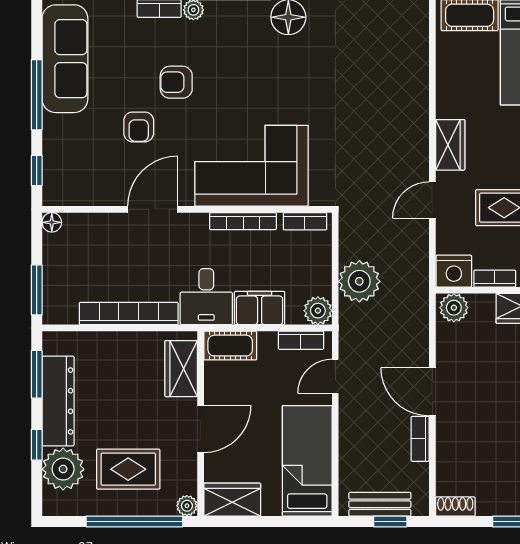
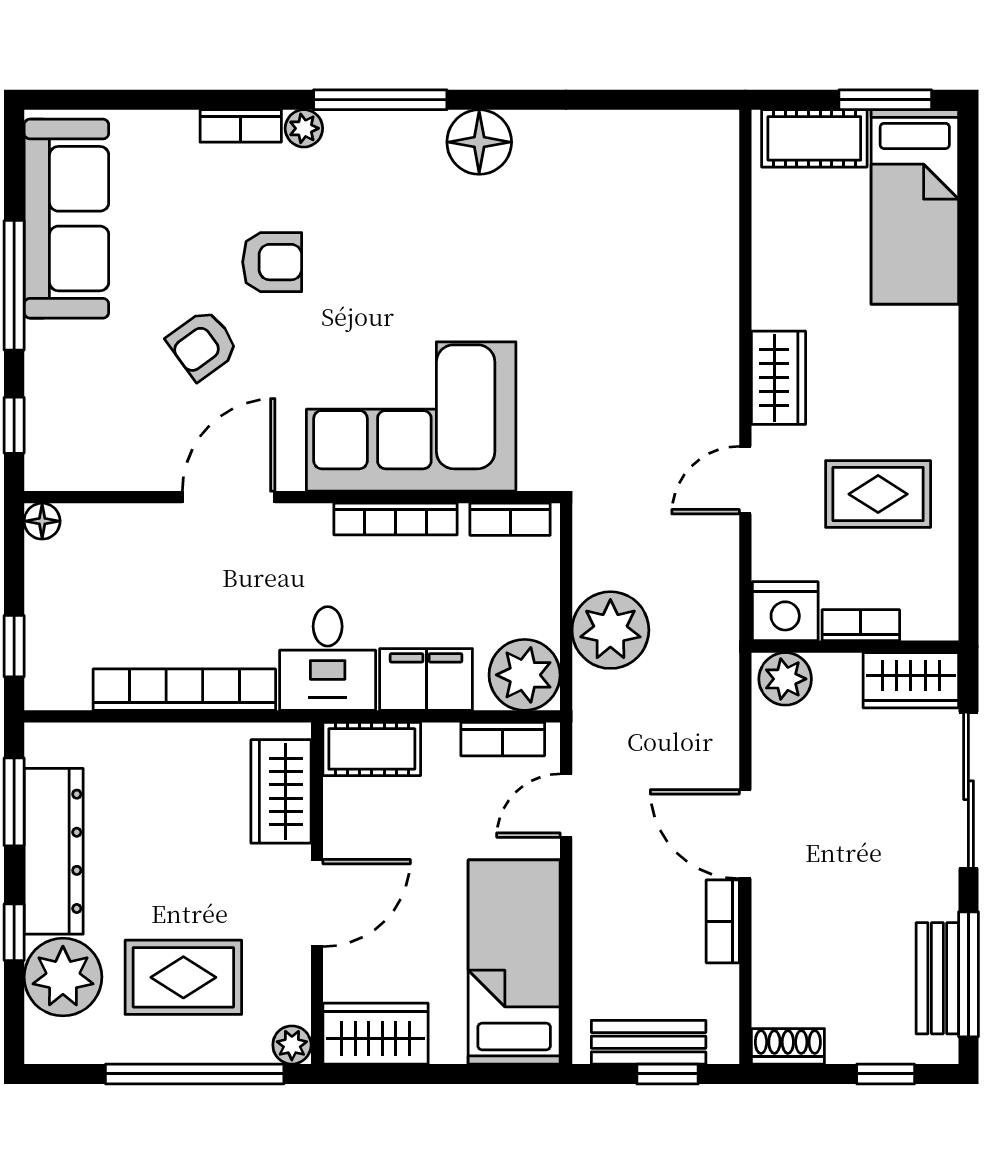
armchair: (176, 82) -> (272, 262), turned 180
armchair: (139, 127) -> (203, 345), turned 54
window: (37, 290) -> (14, 646), width x0.67
plant: (318, 311) -> (525, 675), width x1.36, depth x1.36

